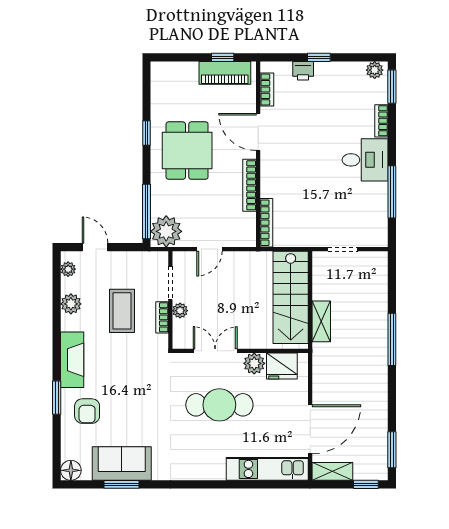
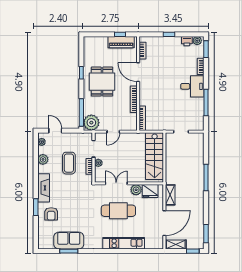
printer: (303, 71) -> (187, 41), moved
shelving: (321, 321) -> (170, 195), moved
kitchen unit: (267, 469) -> (124, 243), moved
floor lamp: (71, 470) -> (43, 244), removed

